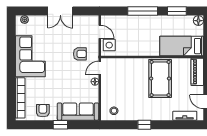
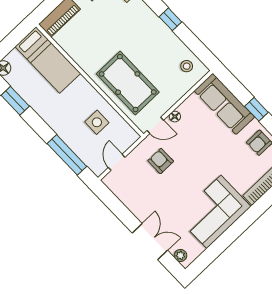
double door: (60, 11) -> (150, 242), moved
window: (143, 11) -> (67, 155), moved
side table: (109, 45) -> (97, 122), moved
pool table: (160, 79) -> (128, 83), moved, turned 90

